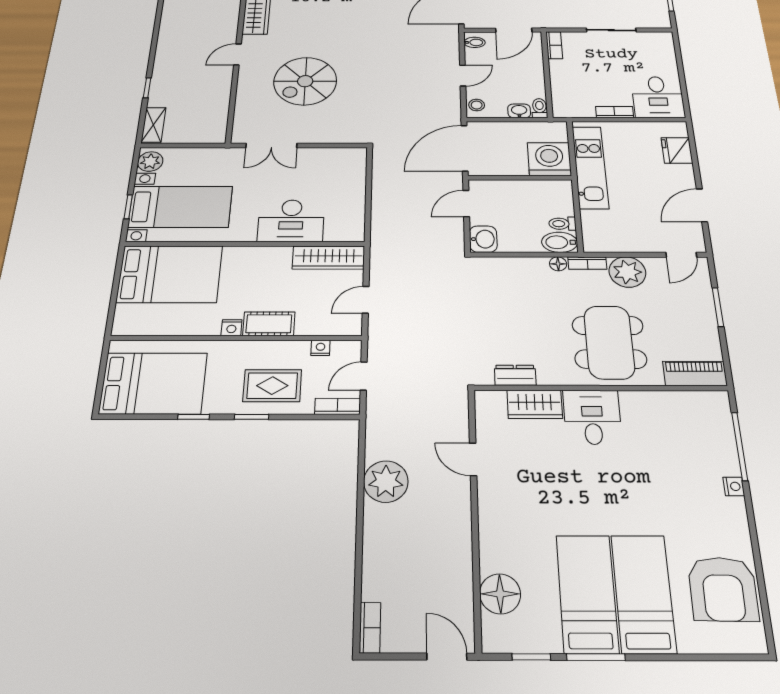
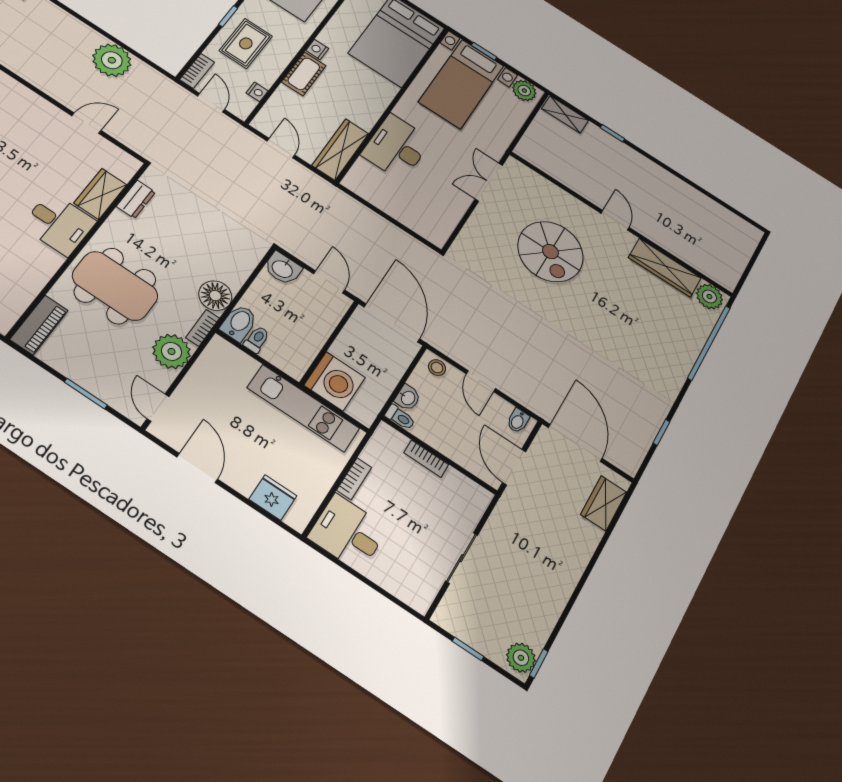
bookcase: (554, 45) -> (426, 459), moved
spiral stairs: (305, 81) -> (550, 252), turned 180
floor lamp: (558, 264) -> (215, 296), width x1.89, depth x1.89

